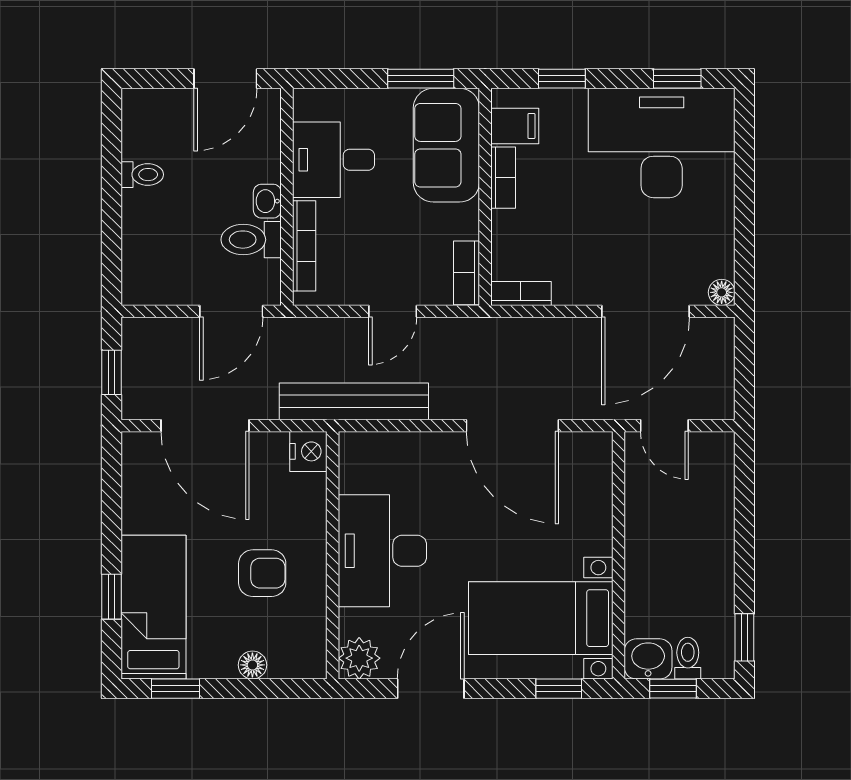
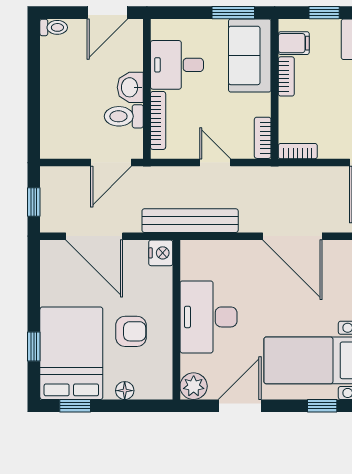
toilet: (142, 175) -> (54, 27), moved
washbasin: (267, 201) -> (130, 87), width x1.38, depth x1.45
door: (393, 311) -> (215, 163), swing flipped
bed: (153, 607) -> (71, 353), width x1.50

